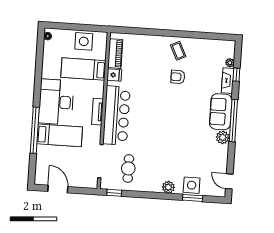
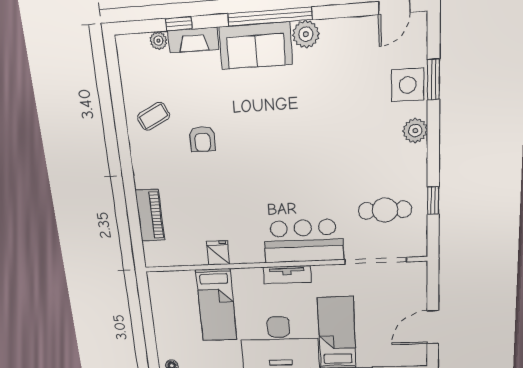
side table: (84, 41) -> (169, 309), removed
coffee table: (178, 51) -> (154, 116), moved
piano: (115, 54) -> (150, 215), moved, turned 90
bar counter: (117, 115) -> (304, 241), width x0.73
window: (114, 193) -> (433, 201), moved

